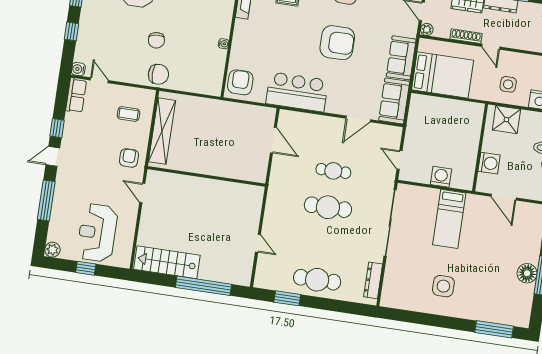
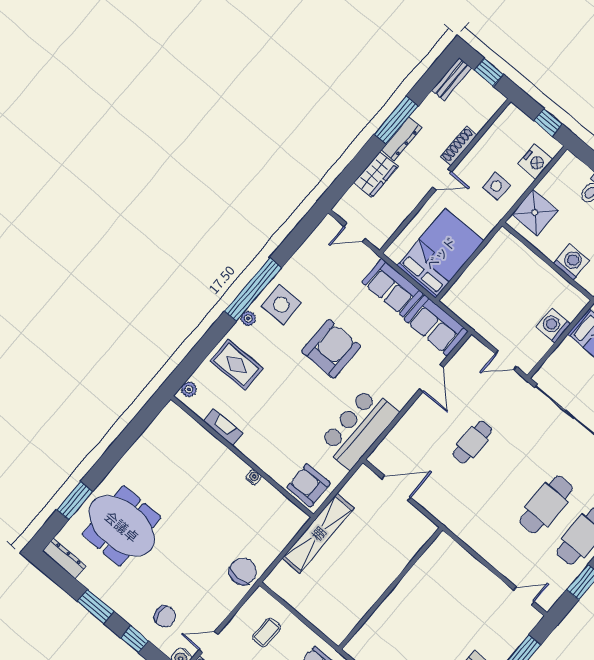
plant: (427, 29) -> (378, 239), removed
shoe rack: (466, 36) -> (459, 146), moved
chair: (156, 40) -> (165, 616), moved
shelving: (162, 131) -> (318, 533), moved, turned 90
cafe table: (328, 207) -> (546, 505), moved
door: (258, 243) -> (524, 596), moved

